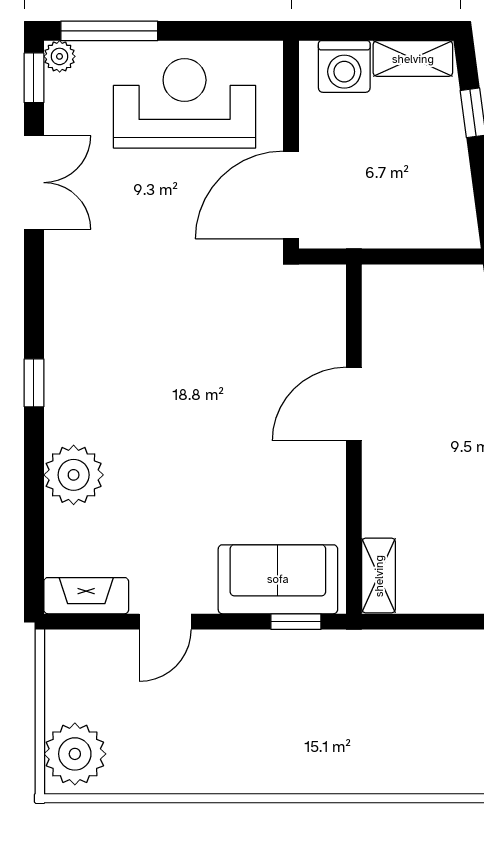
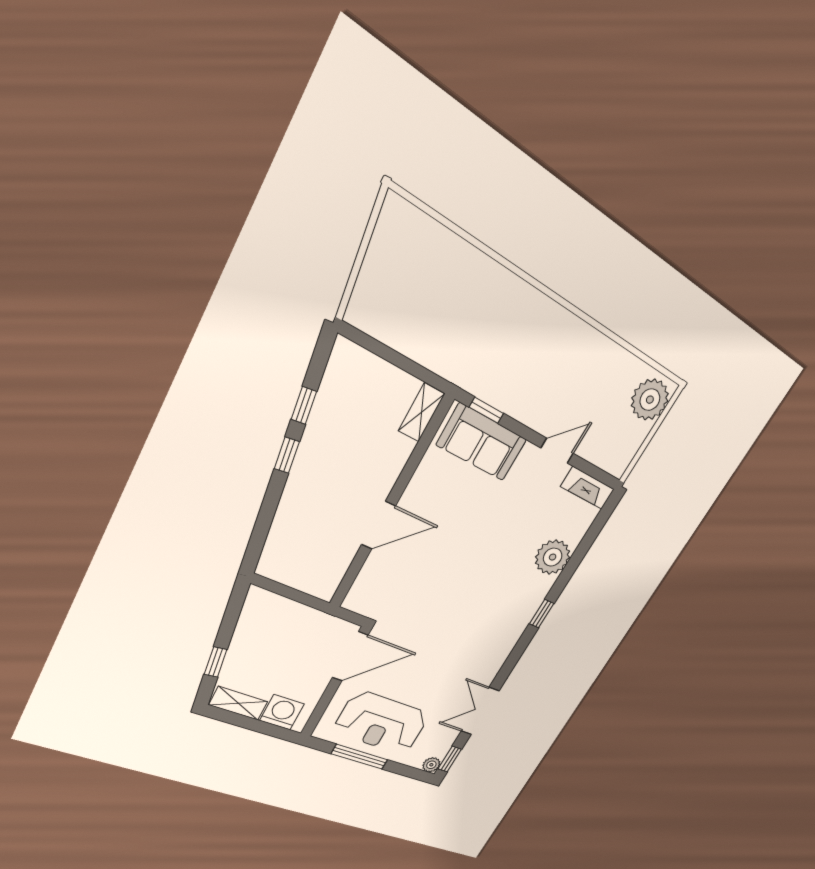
window: (109, 31) -> (360, 757), moved

